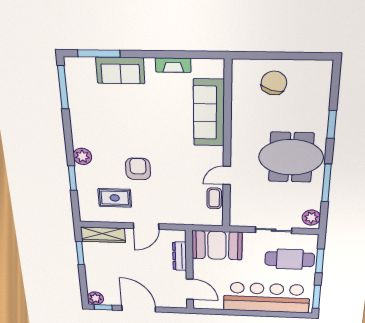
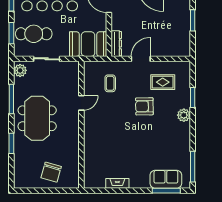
sofa: (120, 70) -> (166, 179), moved
sofa: (209, 113) -> (94, 150), removed
meeting table: (291, 157) -> (37, 118), turned 90
armchair: (138, 169) -> (144, 106), turned 89
coffee table: (214, 198) -> (110, 83), moved
wardrobe: (103, 235) -> (174, 50), removed
window: (80, 253) -> (193, 20), moved
dresser: (180, 256) -> (116, 44), moved

